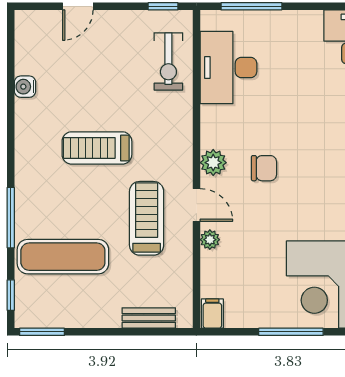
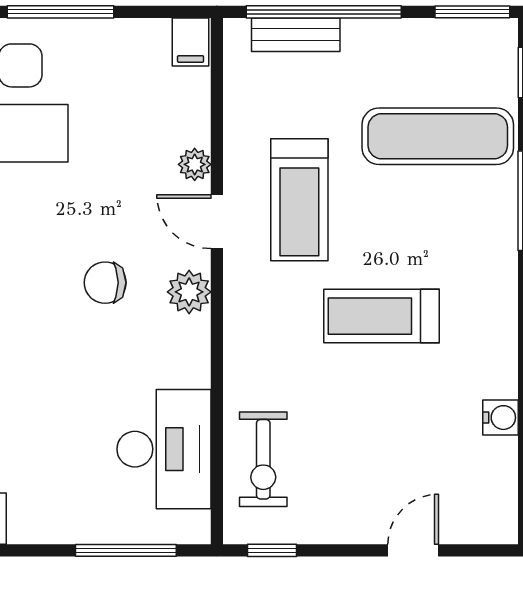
exercise bike: (168, 61) -> (263, 459), turned 180
treadmill: (97, 148) -> (381, 316), turned 180
window: (132, 332) -> (324, 12), added

